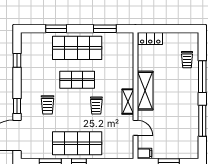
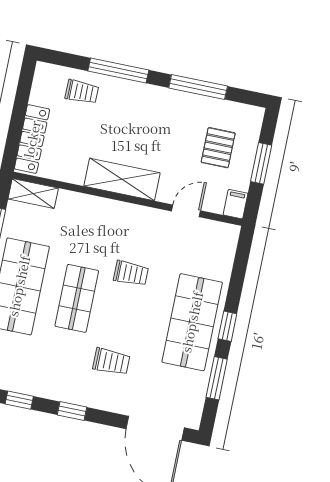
locker: (150, 39) -> (32, 139), width x1.53
shelving: (128, 102) -> (33, 194), moved
window: (17, 106) -> (72, 411), moved
pallet: (172, 138) -> (218, 148), added

